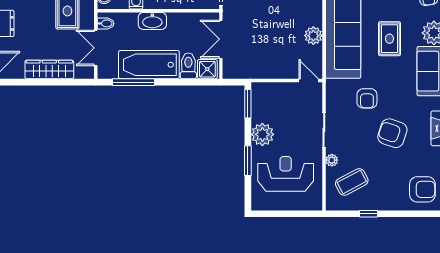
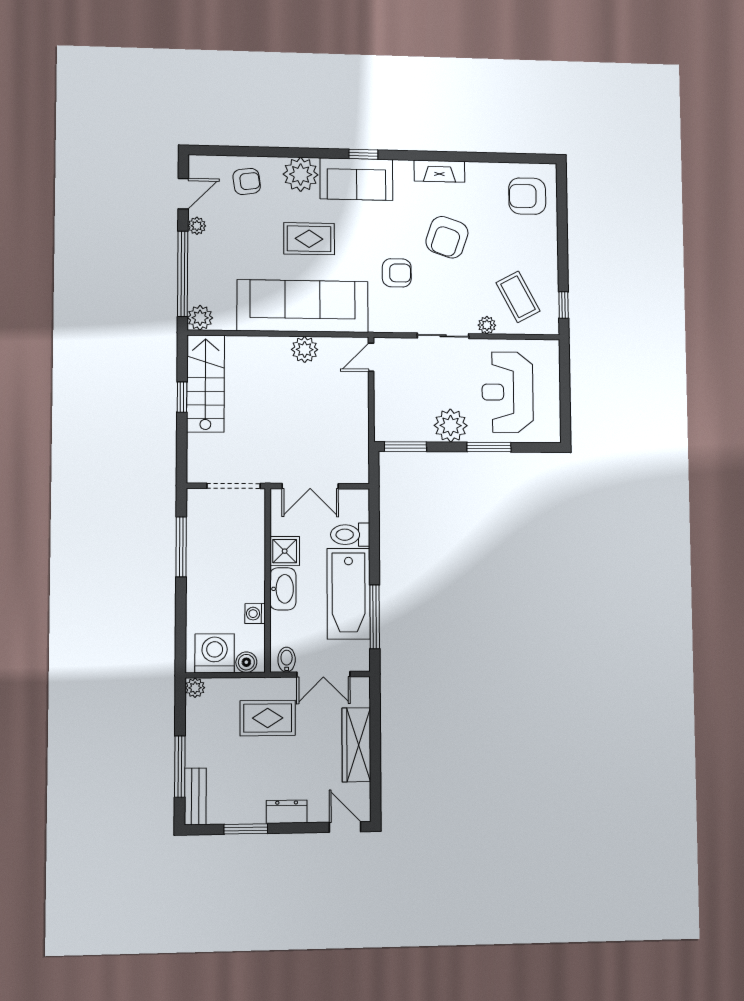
shower: (207, 69) -> (285, 551), moved
armchair: (422, 189) -> (527, 196), turned -90
window: (368, 214) -> (564, 305), moved

